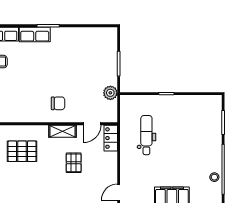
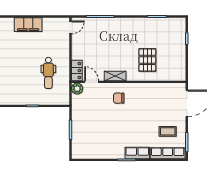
plant: (110, 93) -> (77, 89), moved
door: (92, 124) -> (92, 82), hinge flipped
pallet: (22, 151) -> (147, 60), turned 90
pallet: (74, 163) -> (106, 51), removed

